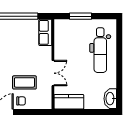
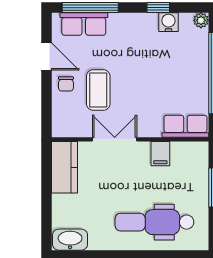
filing cabinet: (61, 47) -> (160, 154), added
double door: (53, 73) -> (115, 139), swing flipped

